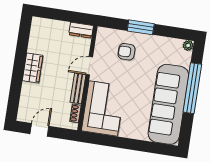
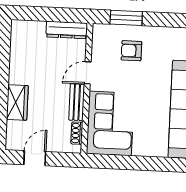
window: (141, 27) -> (126, 18), moved
dresser: (81, 30) -> (67, 30), width x1.44
wardrobe: (33, 68) -> (17, 102), moved

